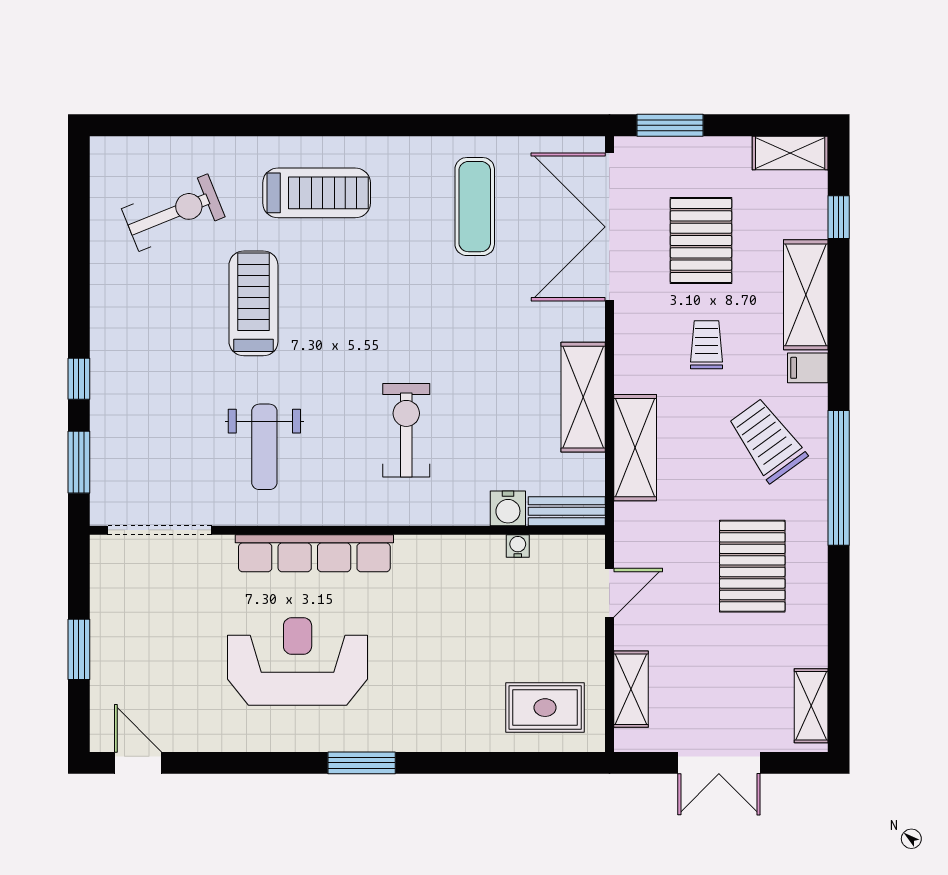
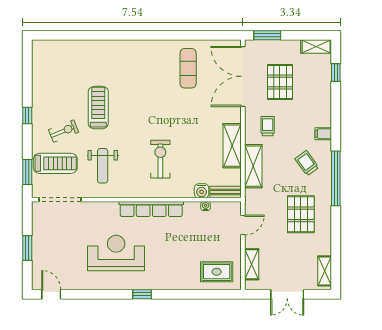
treadmill: (317, 193) -> (55, 163), moved
exercise bike: (173, 213) -> (64, 131), moved, width x0.73, depth x0.72
shelving: (806, 295) -> (322, 104), removed
trolley: (706, 345) -> (268, 126), moved
window: (79, 379) -> (27, 115), moved
trolley: (767, 440) -> (307, 163), width x0.73, depth x0.72
row of seats: (314, 553) -> (151, 209), moved
window: (362, 763) -> (142, 294), width x0.67

